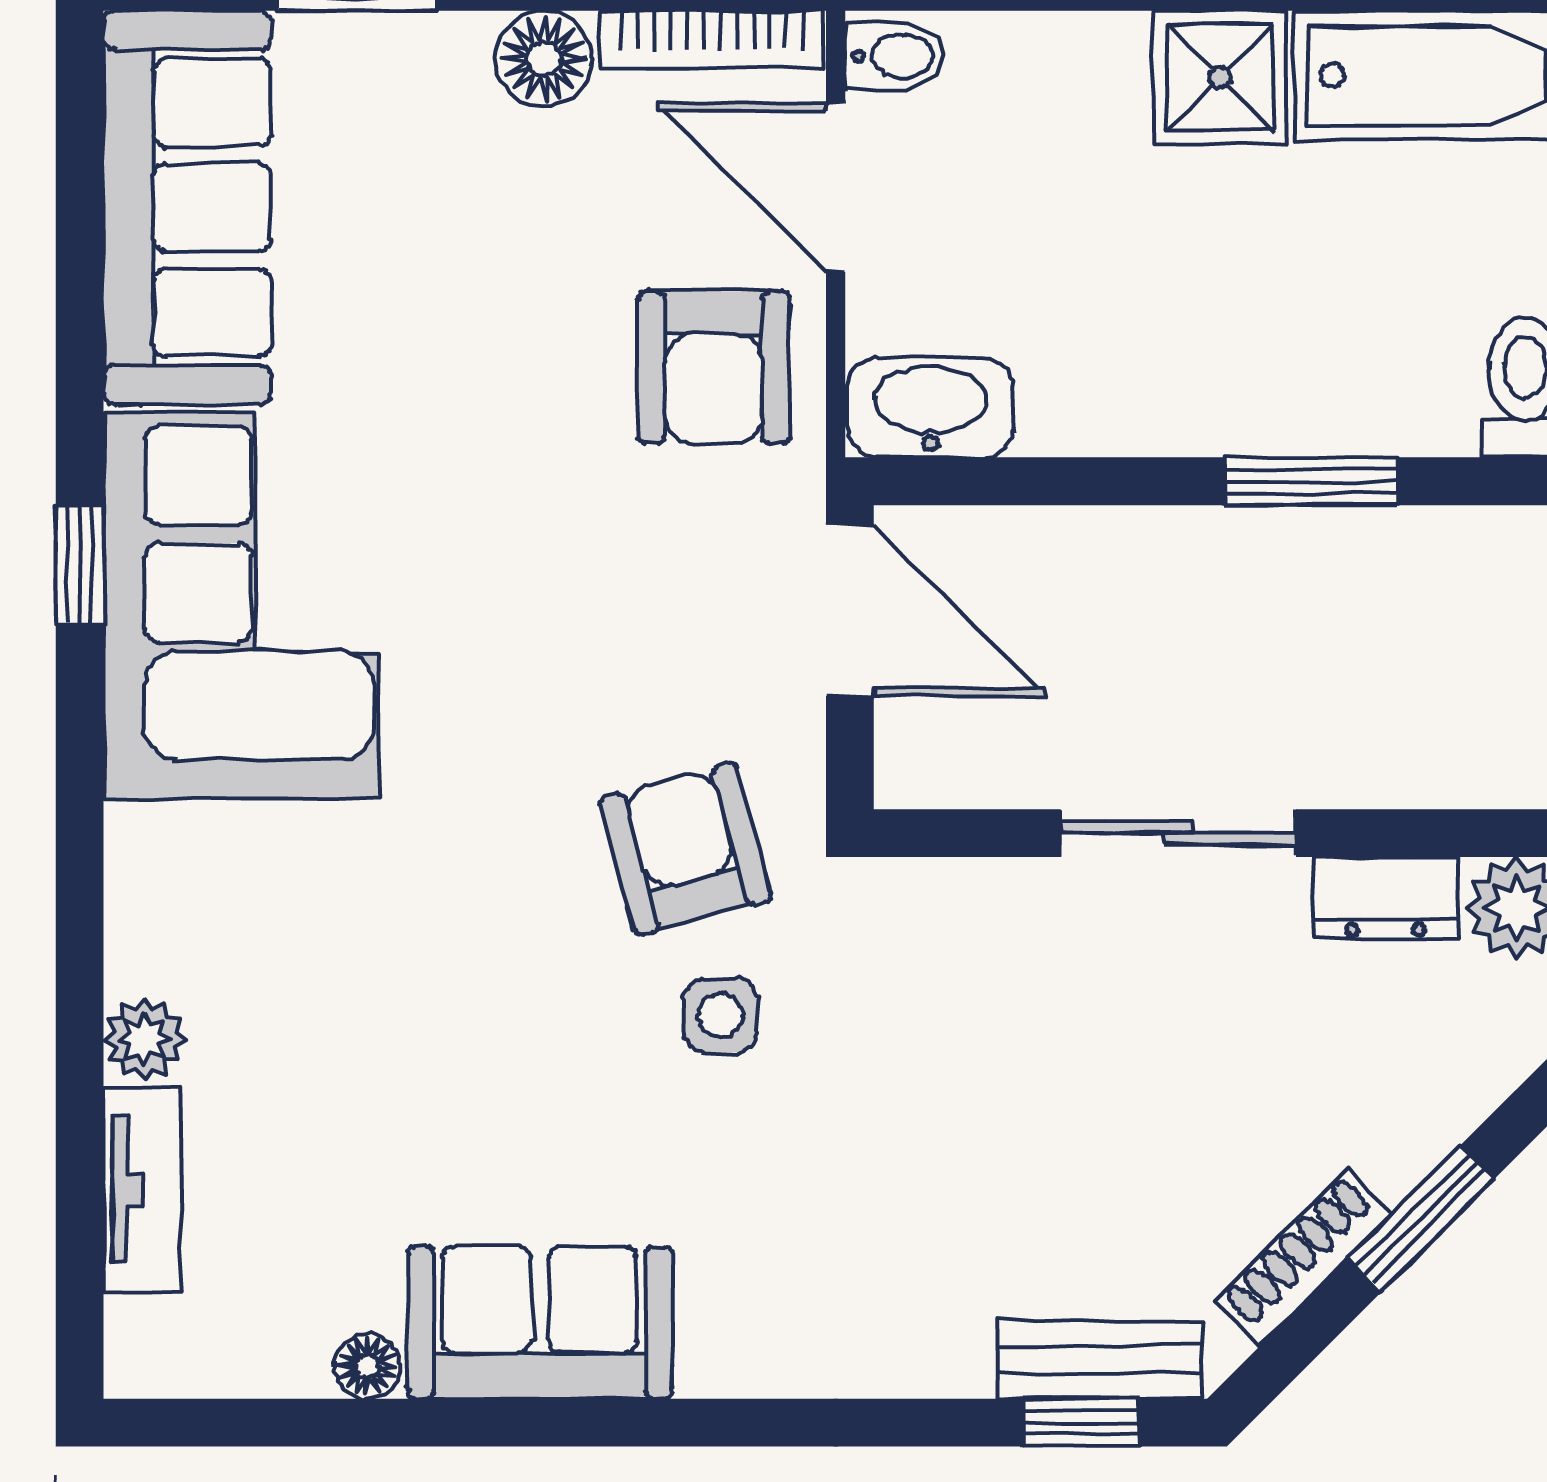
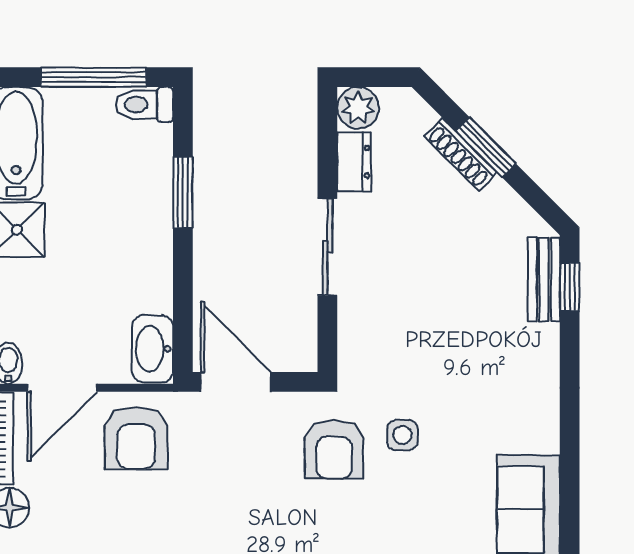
armchair: (714, 367) -> (136, 438), turned 90
door: (850, 610) -> (236, 382), hinge flipped
armchair: (685, 849) -> (334, 449), turned -75
shoe rack: (1303, 1257) -> (461, 154), moved

